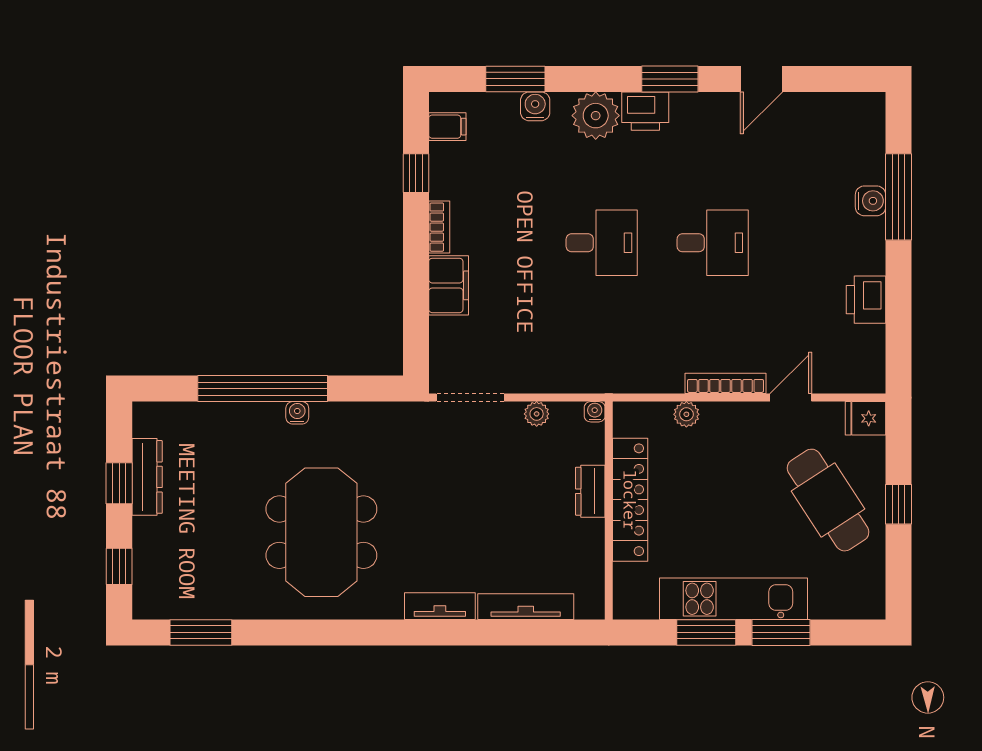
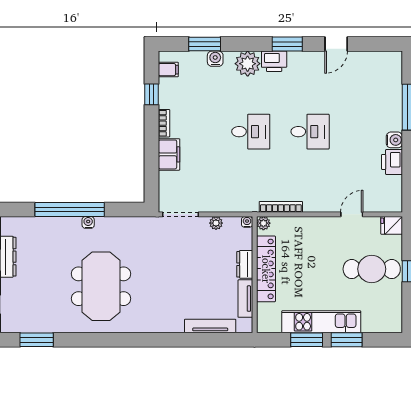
water cooler: (871, 201) -> (394, 140), moved
bookcase: (726, 383) -> (281, 207), moved
plant: (686, 414) -> (263, 223), moved
cafe table: (828, 500) -> (372, 269), turned -57
tv unit: (440, 606) -> (245, 299), moved, turned -90

